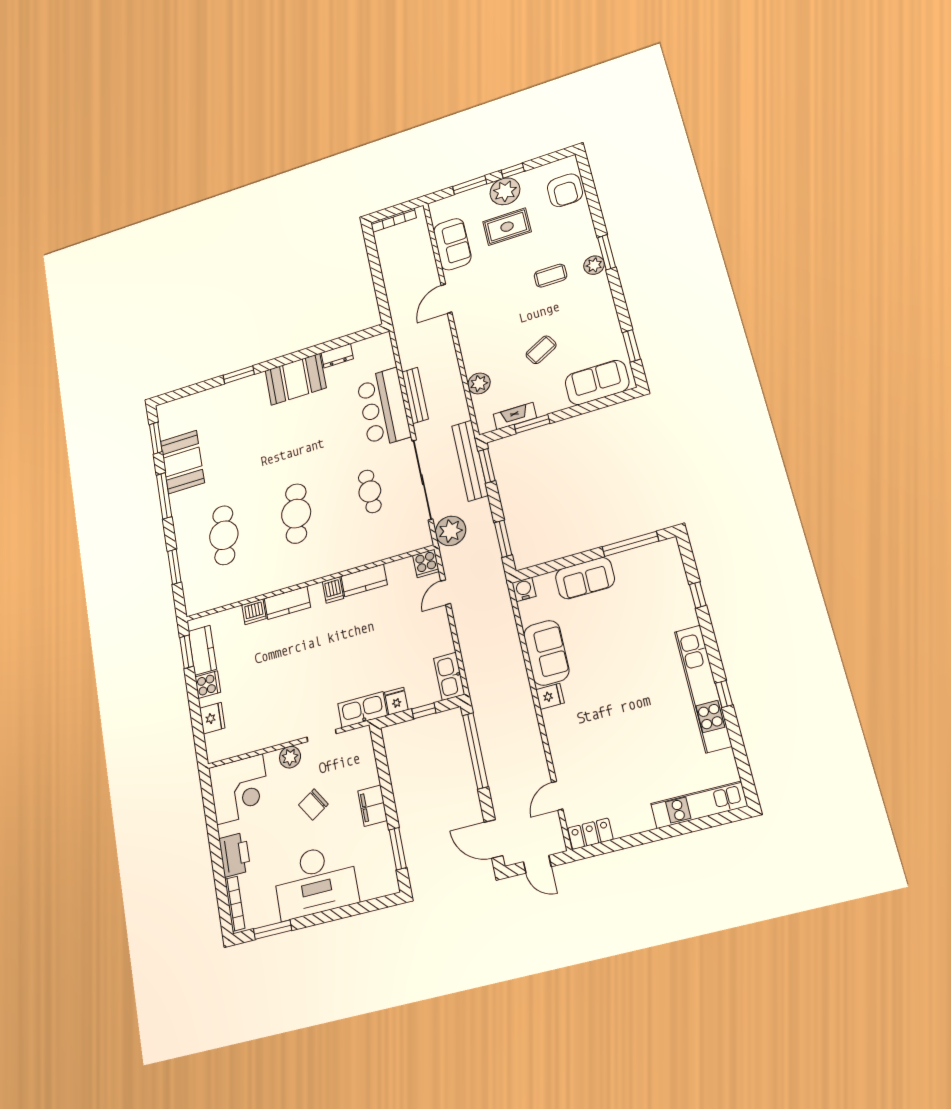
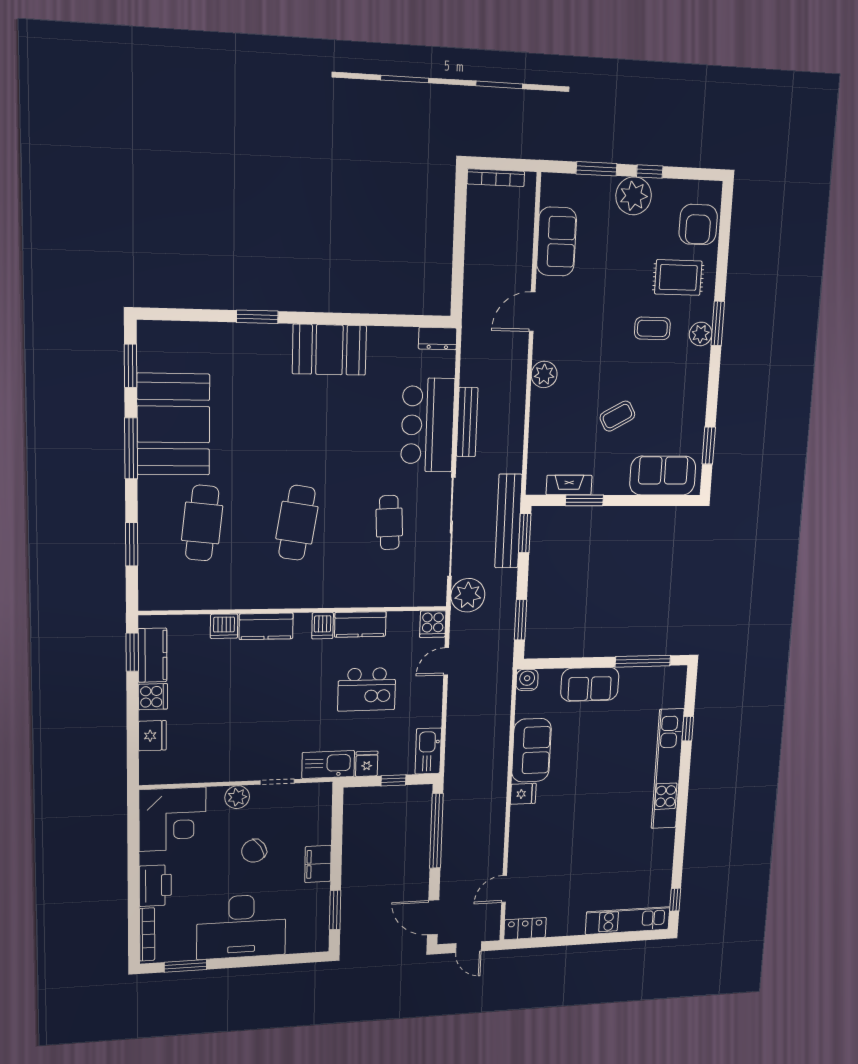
rug: (507, 227) -> (678, 277), moved
dresser: (337, 356) -> (438, 338), moved
plant: (479, 383) -> (544, 374), moved
booth: (182, 462) -> (173, 424), width x1.36, depth x1.42
kitchen island: (382, 634) -> (367, 689), added
kitchen unit: (703, 688) -> (668, 769), moved
window: (724, 694) -> (675, 900), moved

